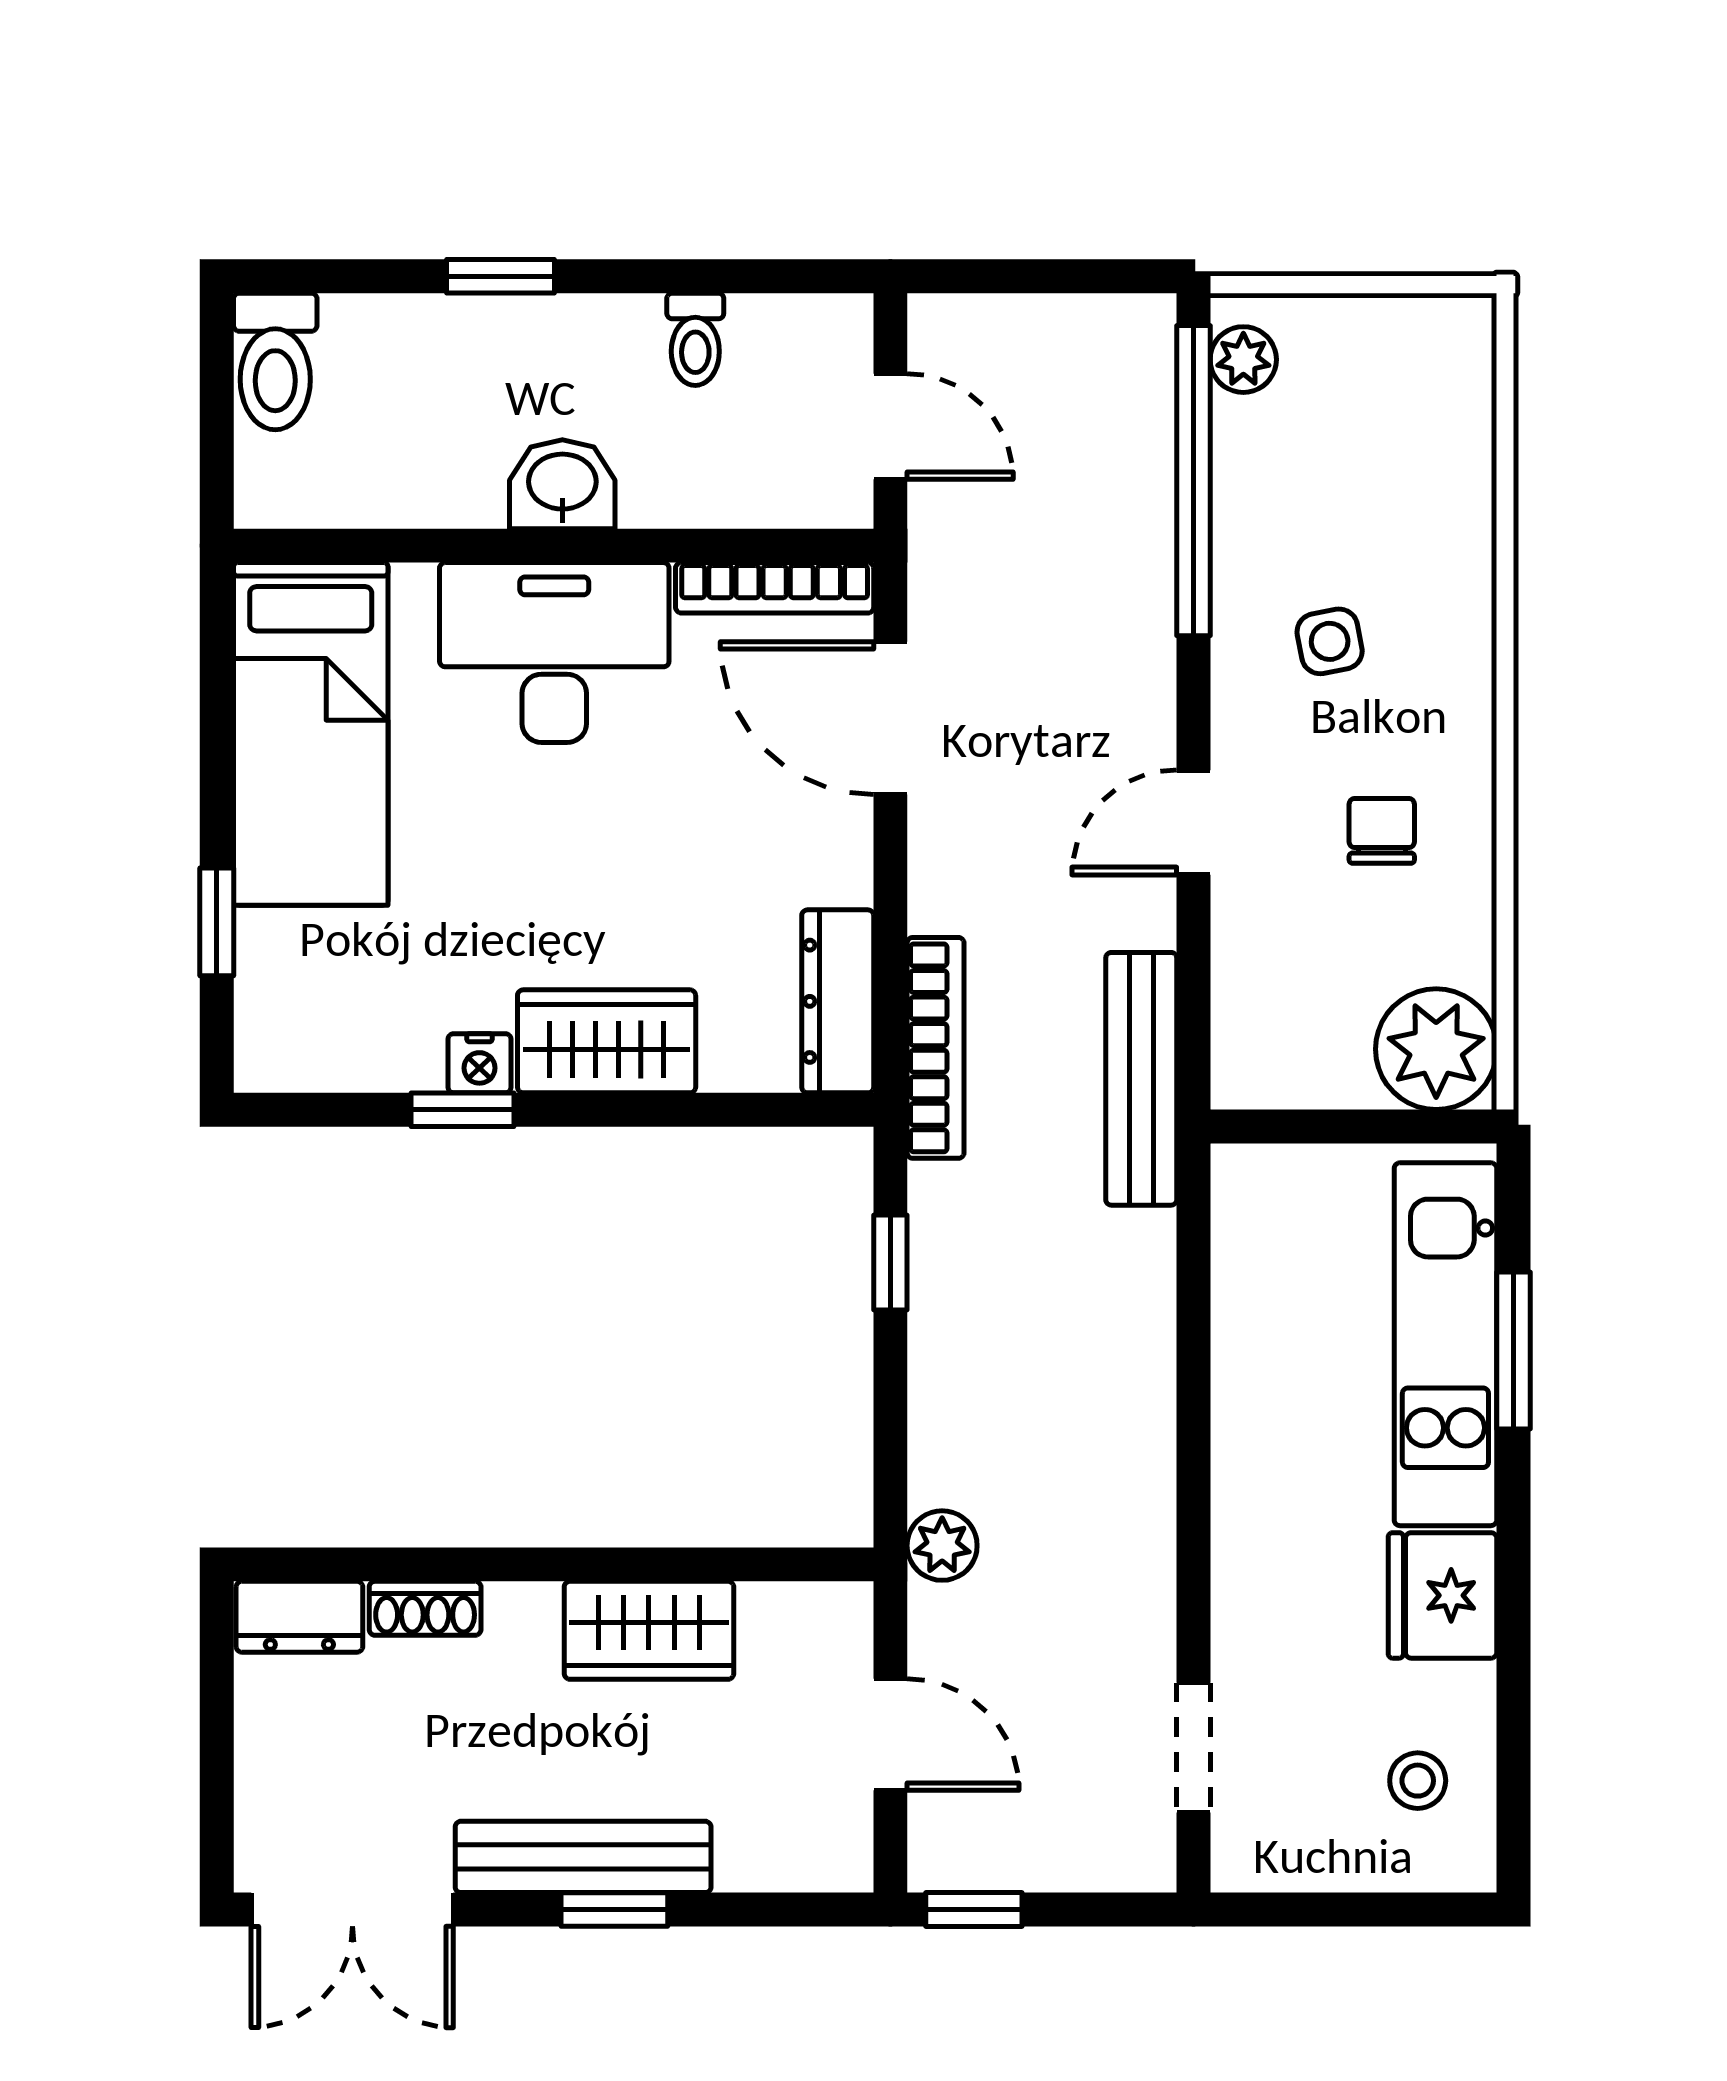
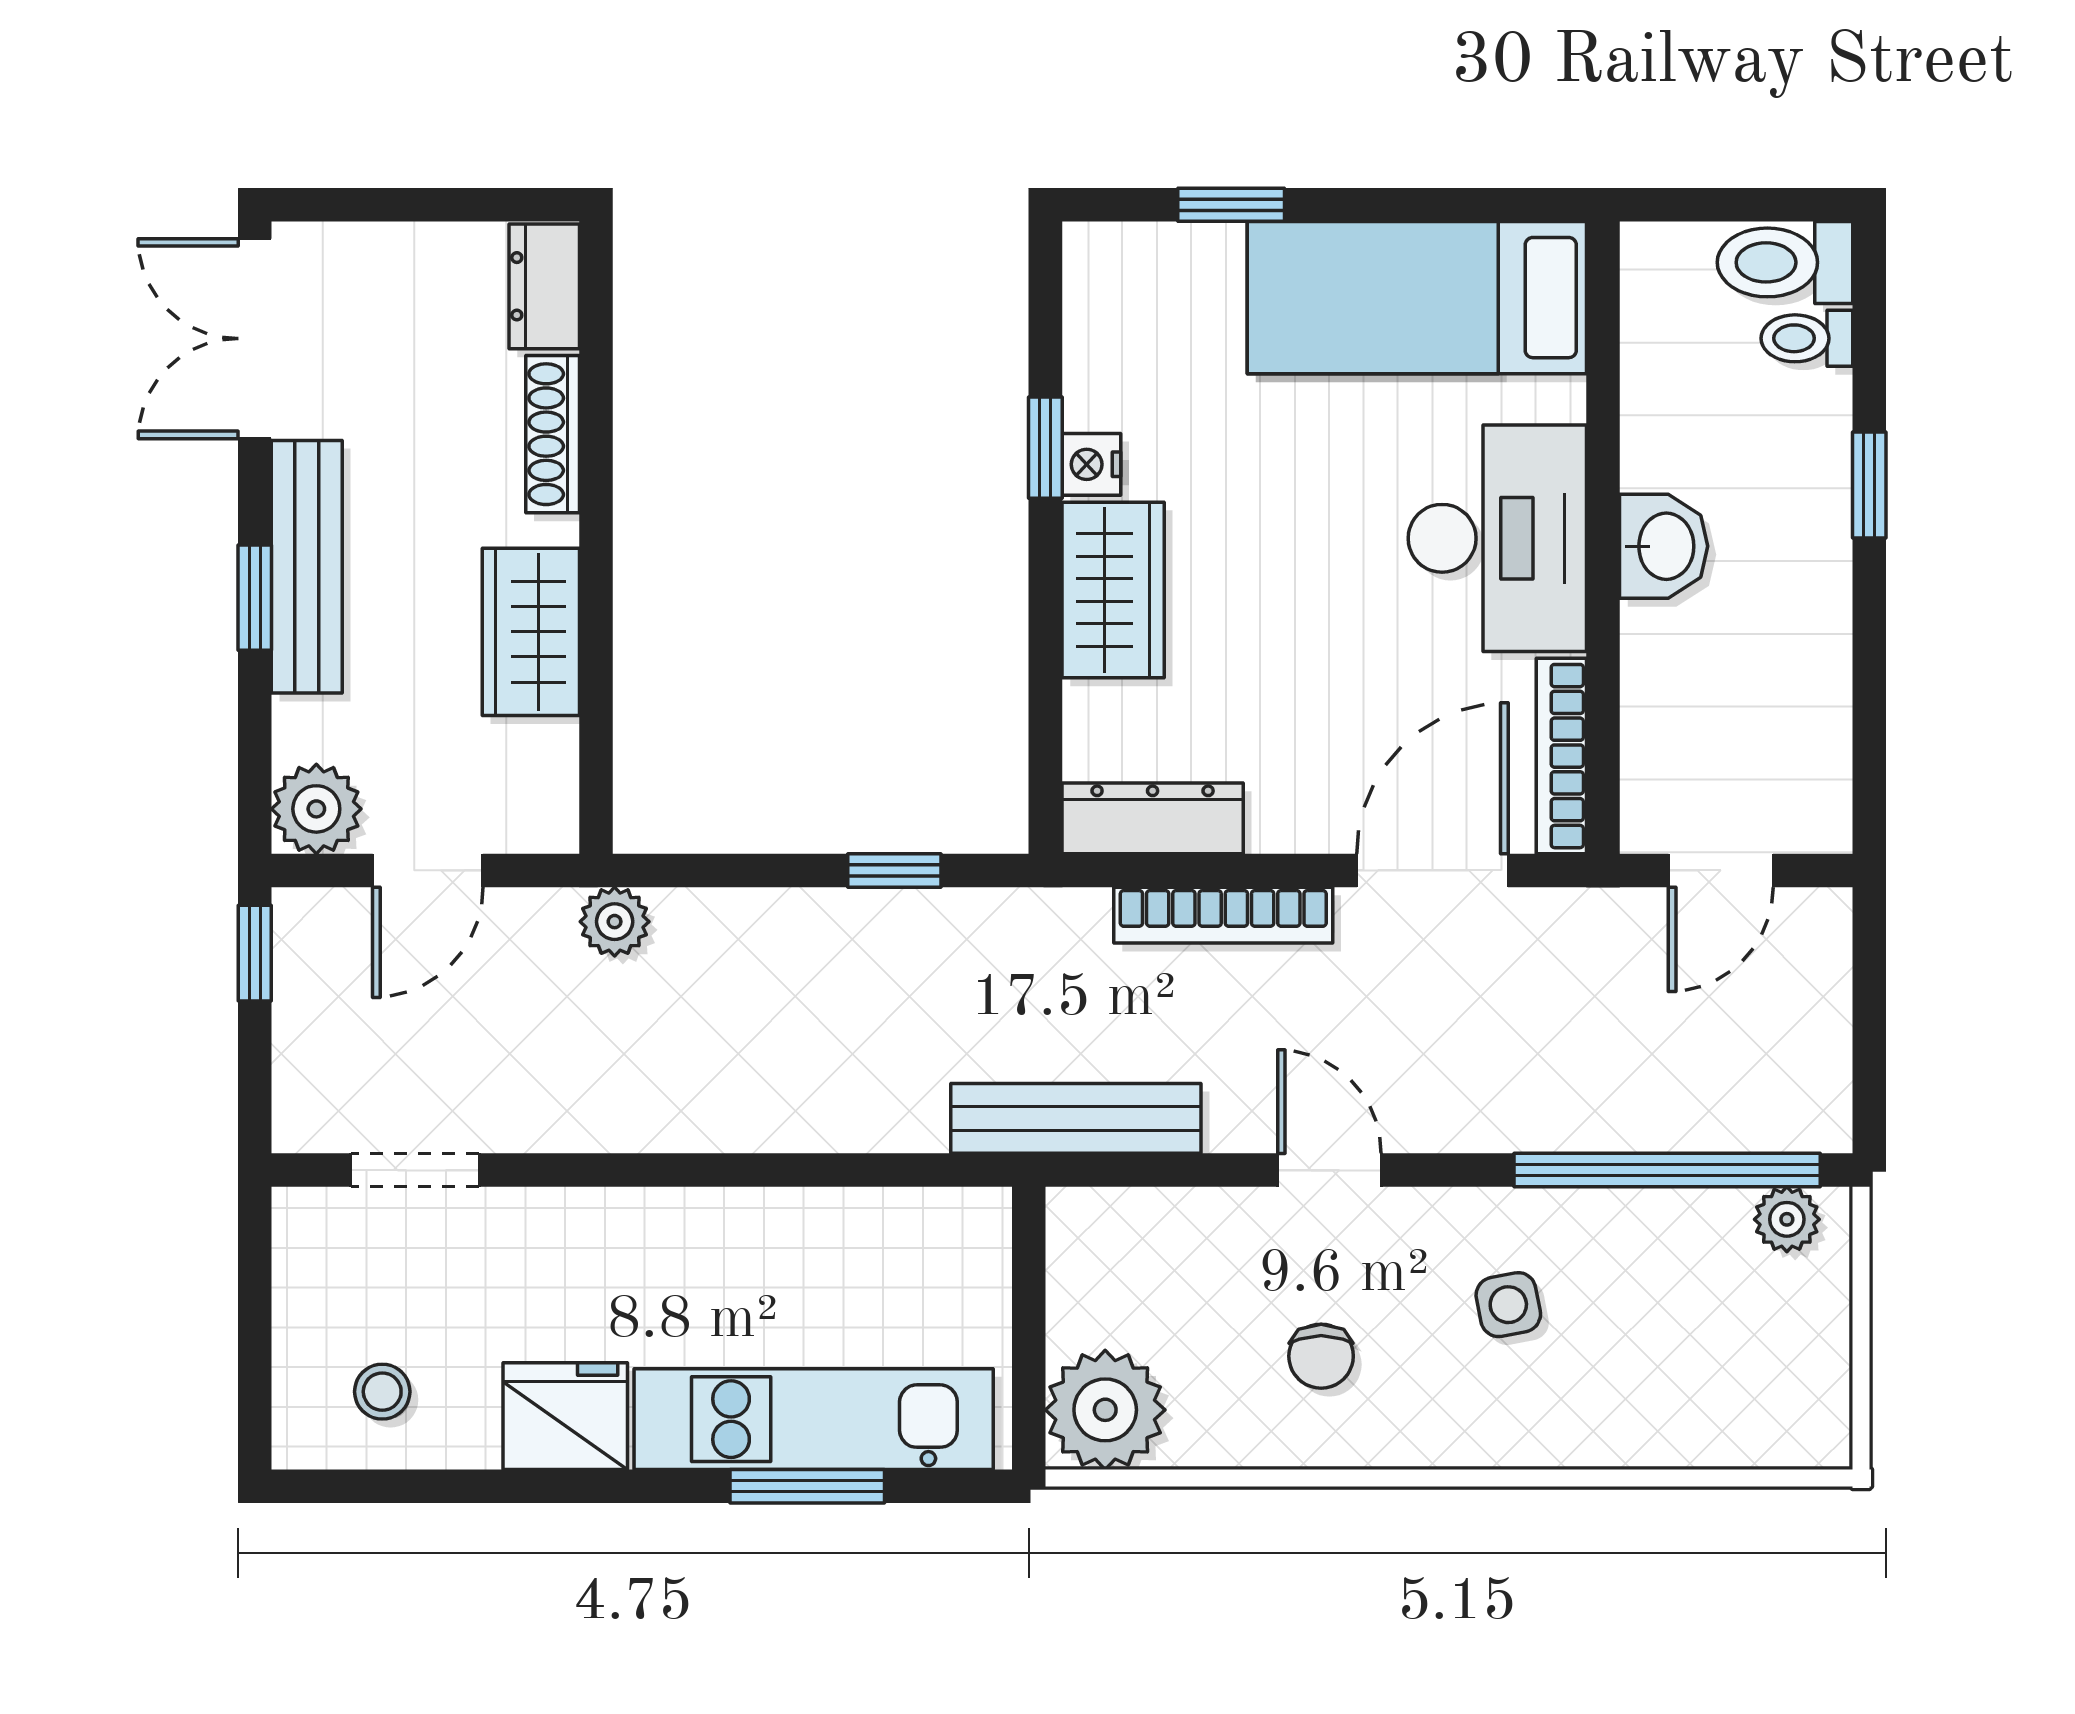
toilet: (695, 339) -> (1807, 338), moved
chair: (1382, 831) -> (1321, 1356), turned 90
bookcase: (936, 1048) -> (1223, 915), moved
shoe rack: (425, 1608) -> (553, 434), width x1.43
plant: (828, 1847) -> (316, 809), added

